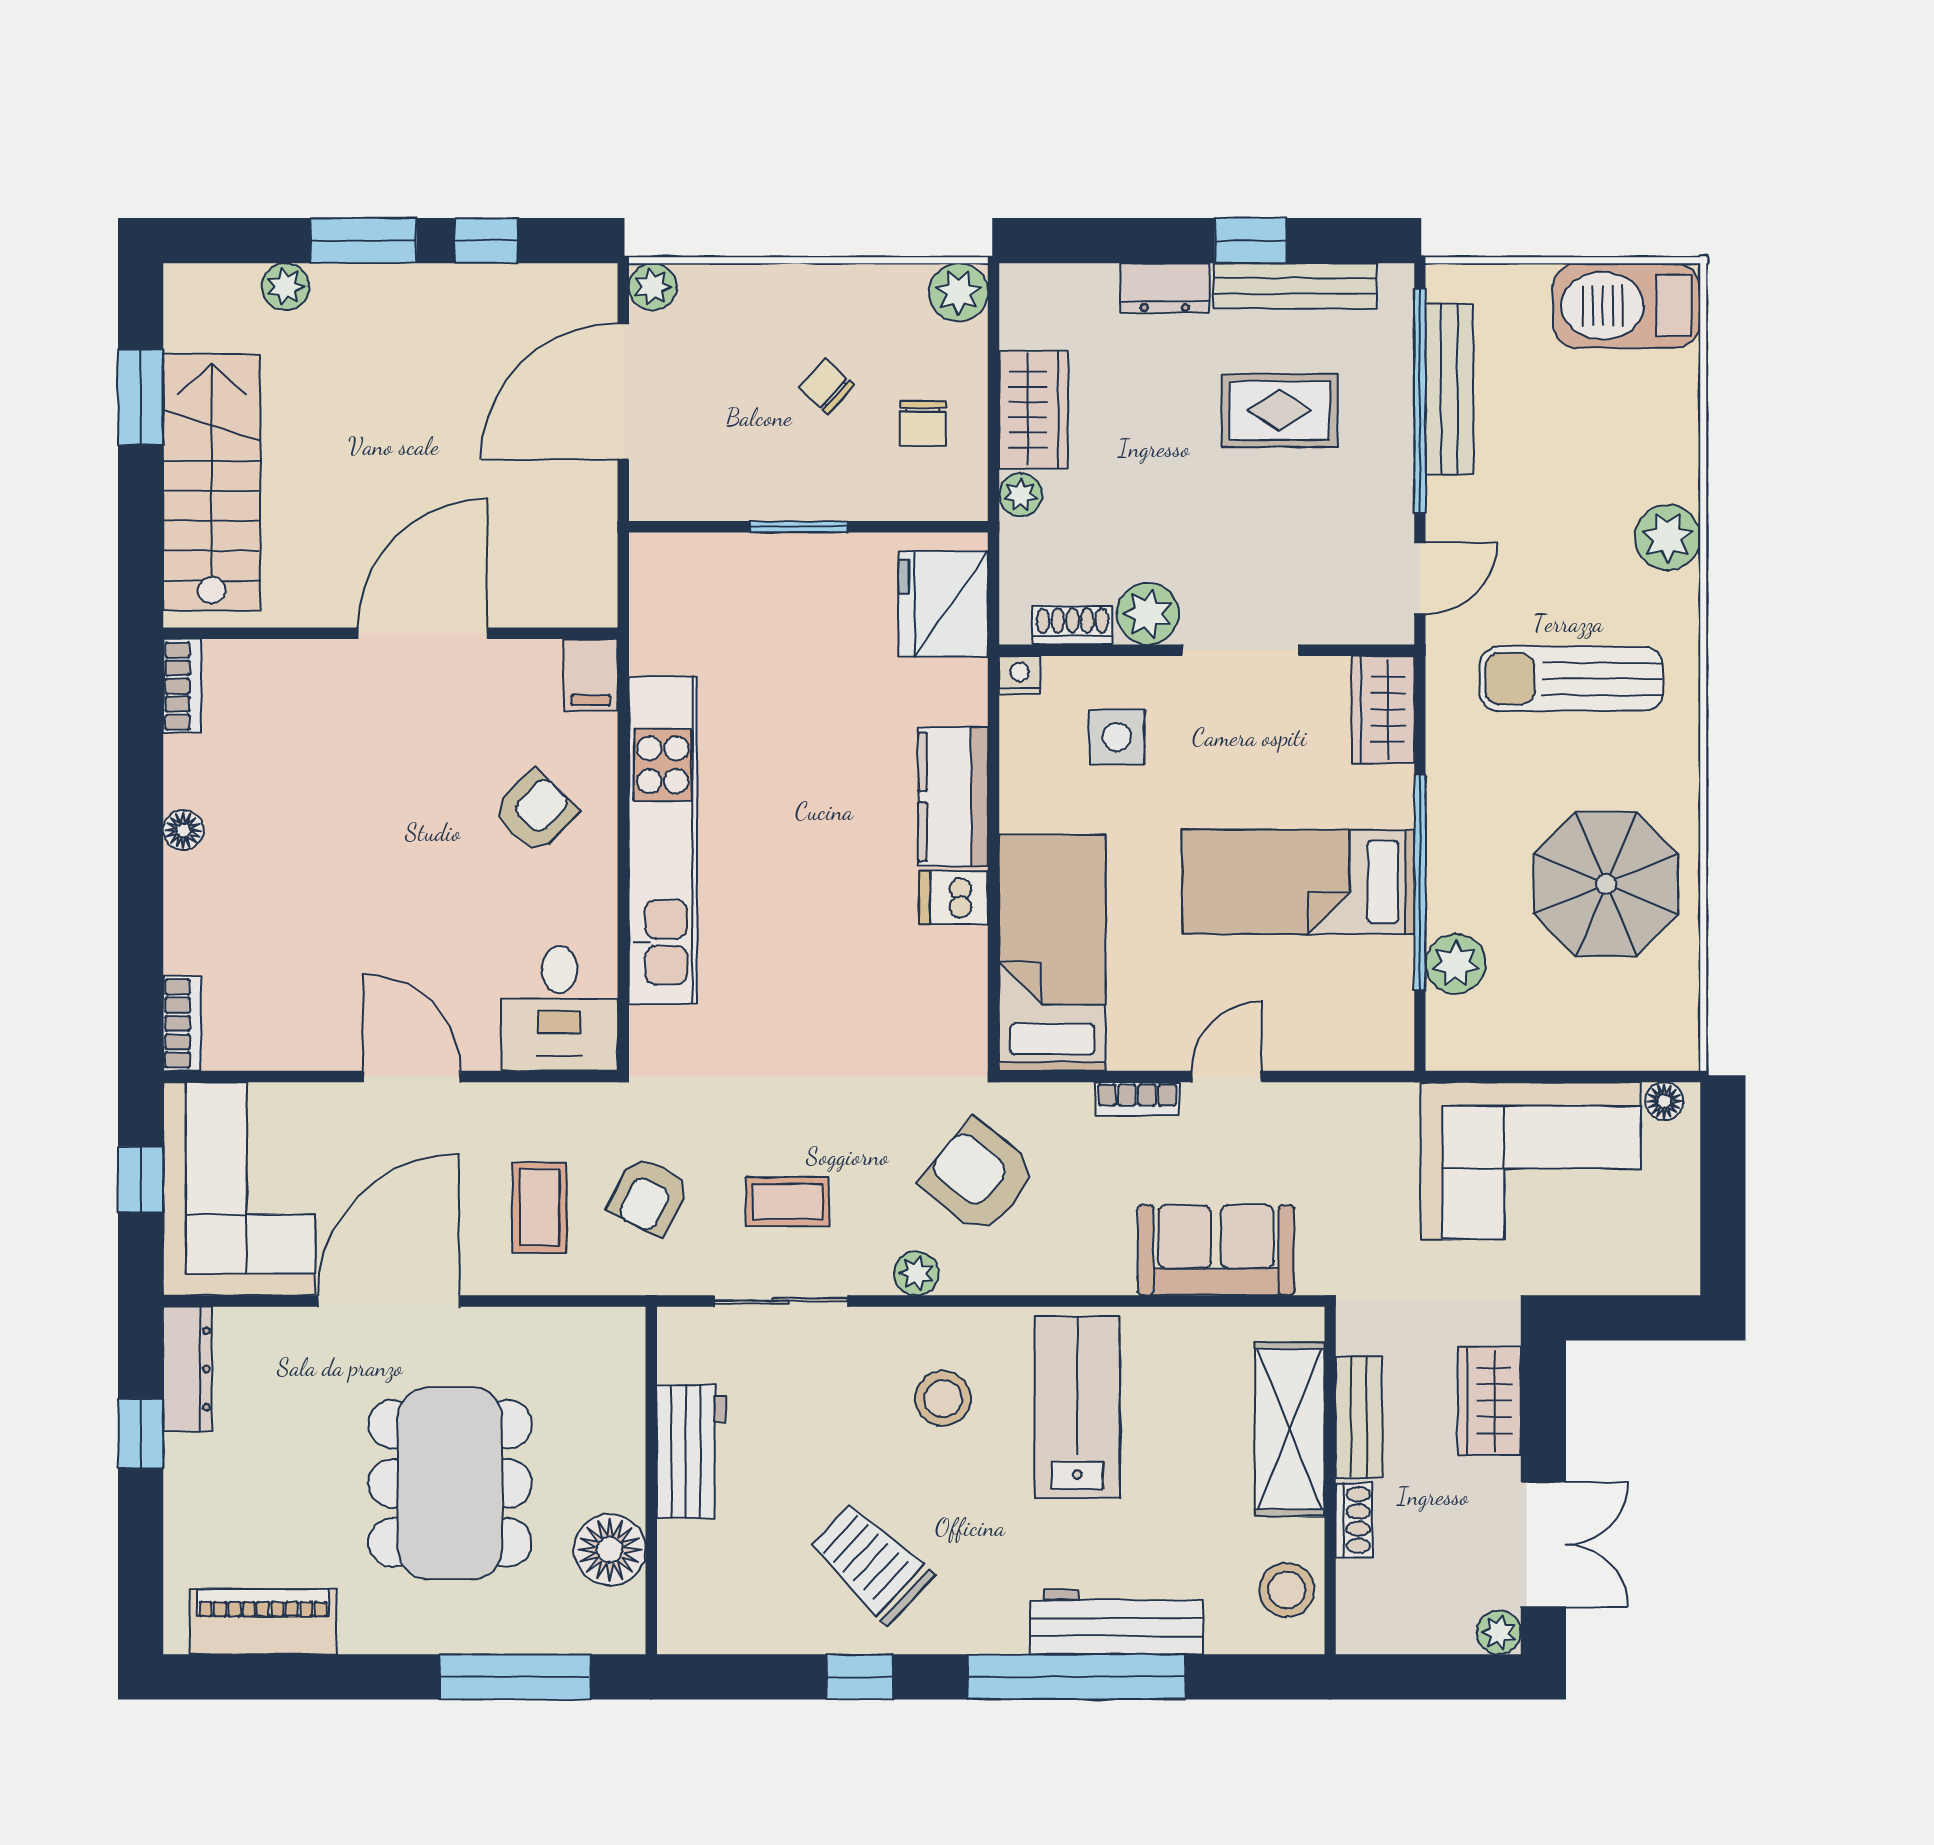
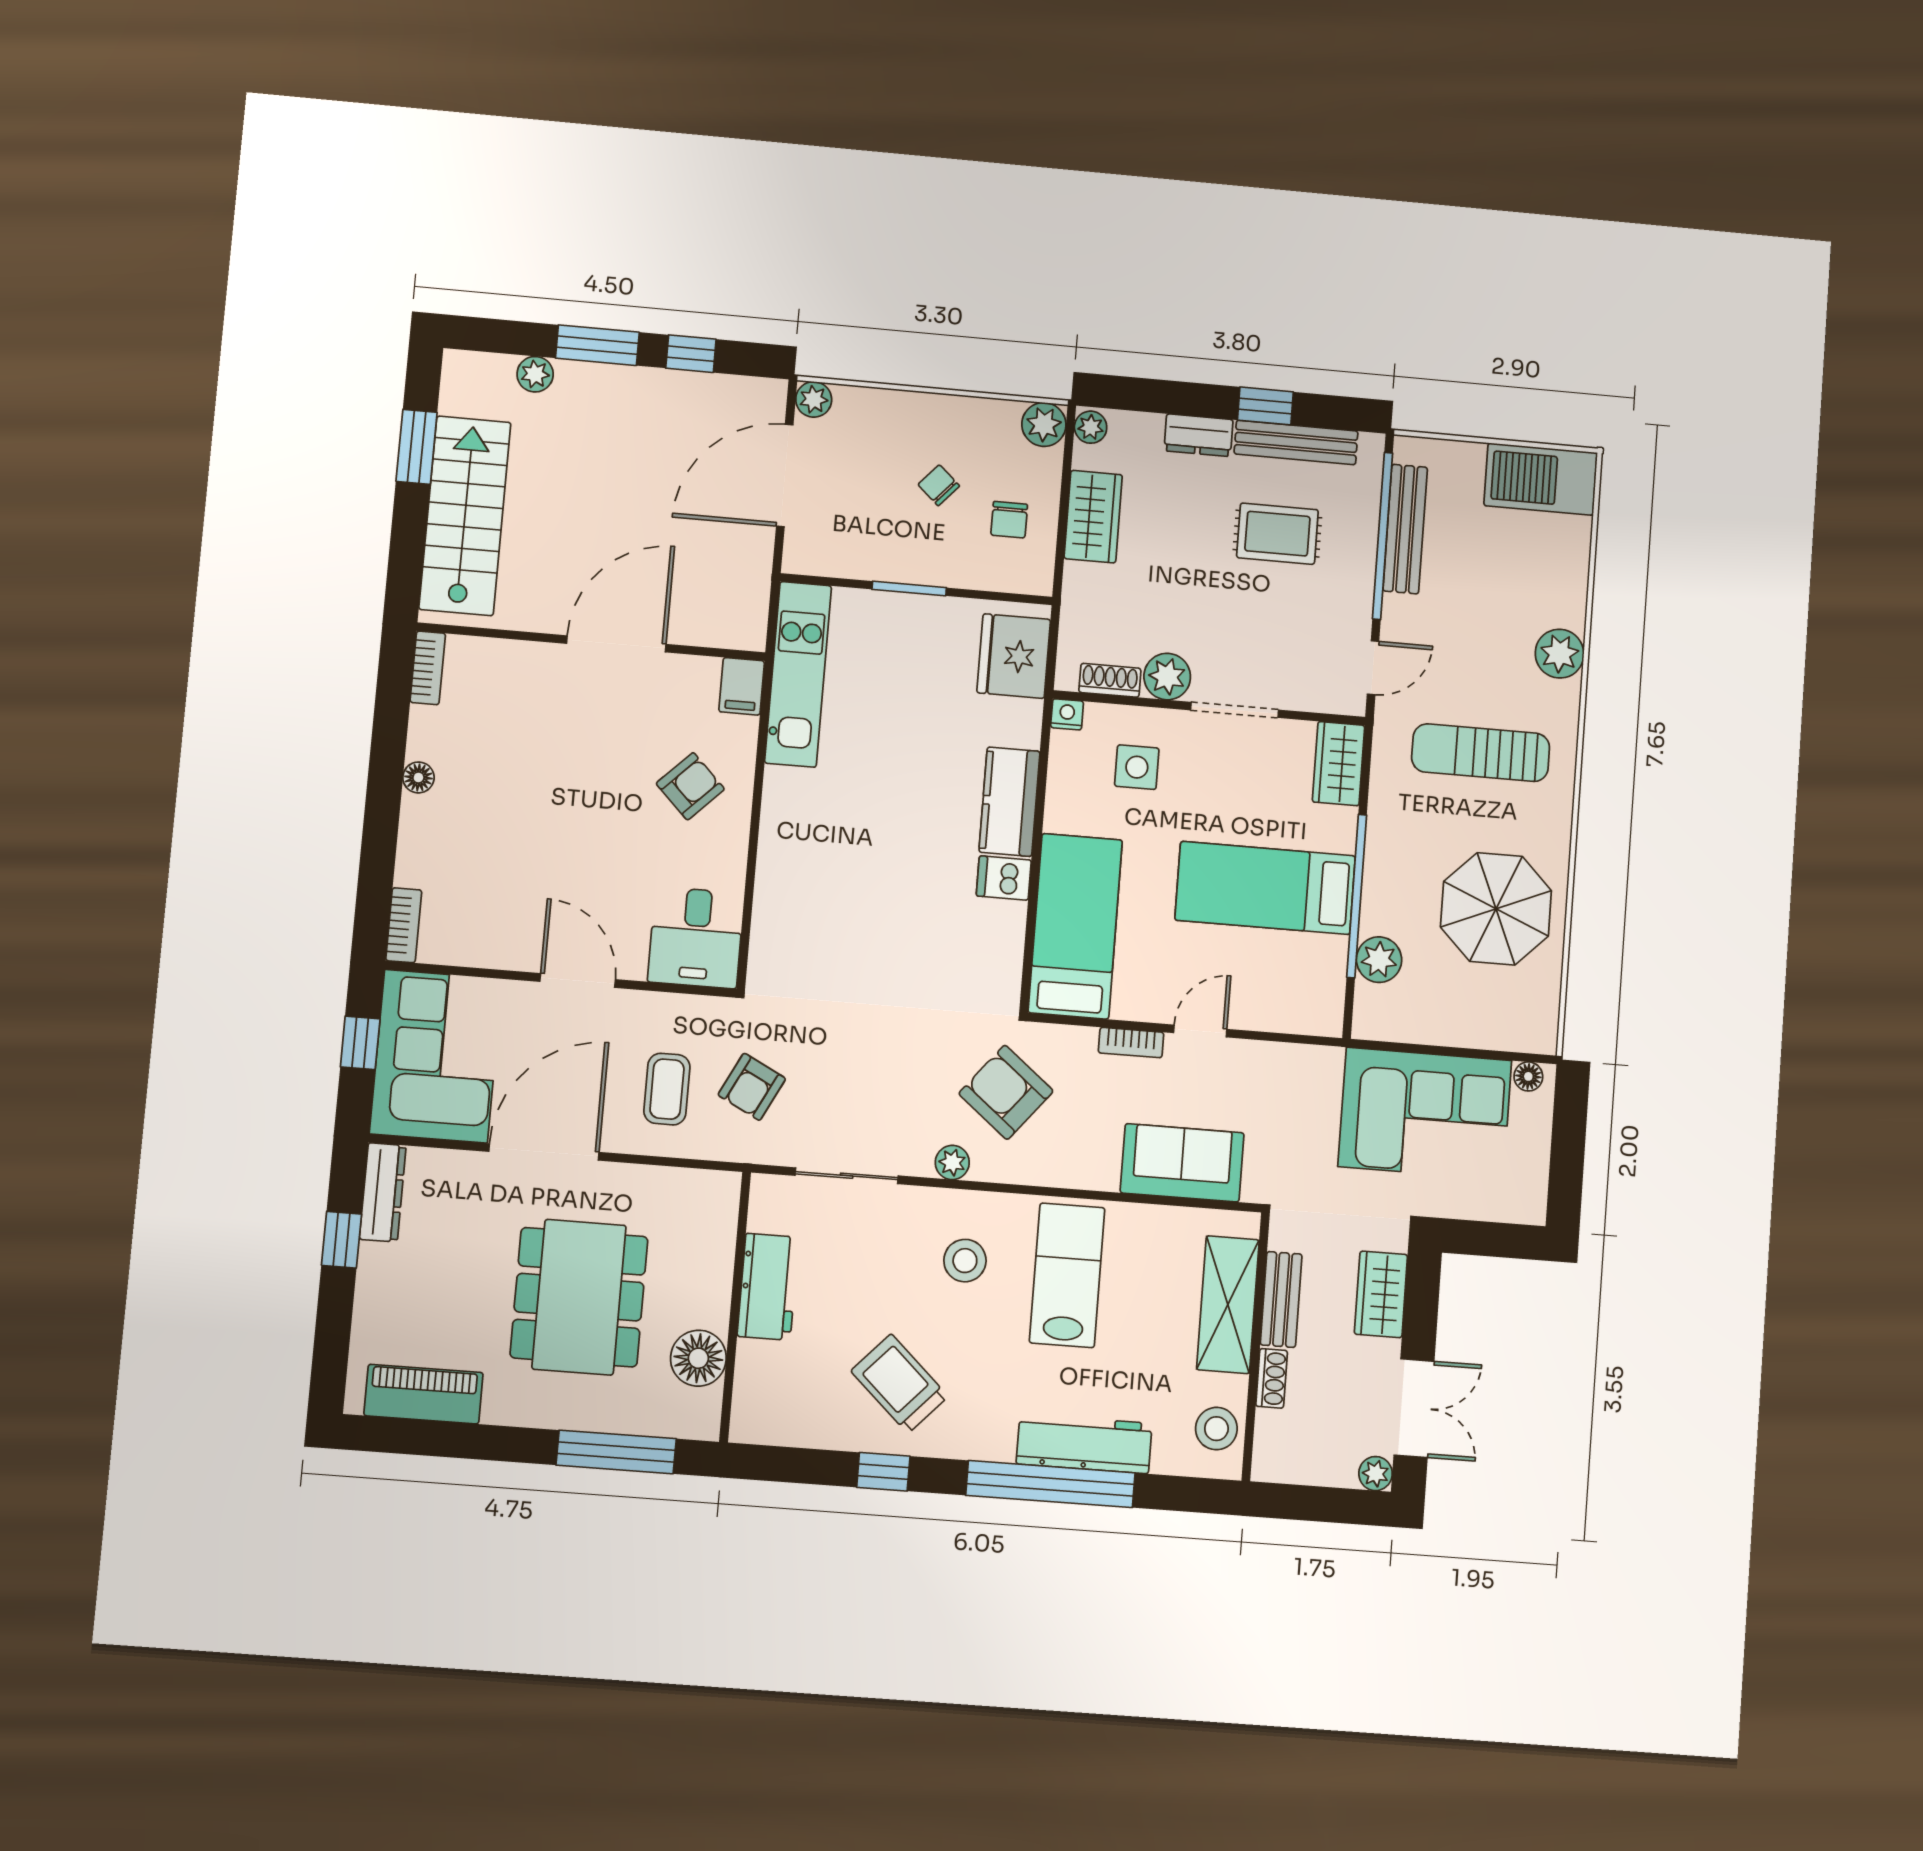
plant: (1021, 495) -> (1091, 427), moved
kitchen unit: (663, 840) -> (798, 674), moved, width x0.73
coffee table: (787, 1202) -> (858, 1100), removed

